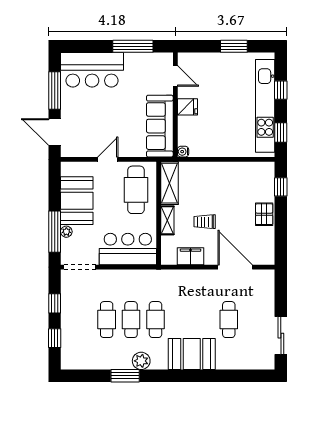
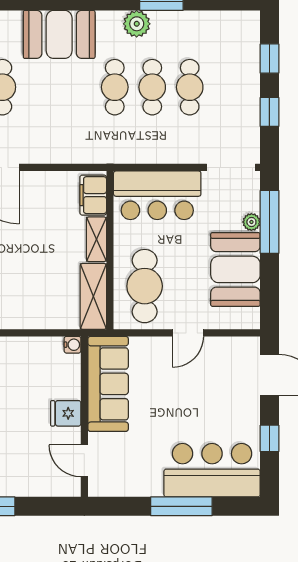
window: (133, 46) -> (181, 506), moved
window: (55, 91) -> (269, 438), width x0.46
trolley: (205, 222) -> (40, 237), removed
filing cabinet: (191, 256) -> (93, 195), moved, turned 90

